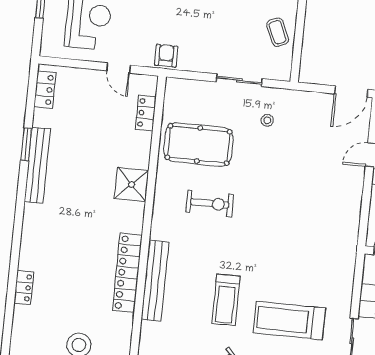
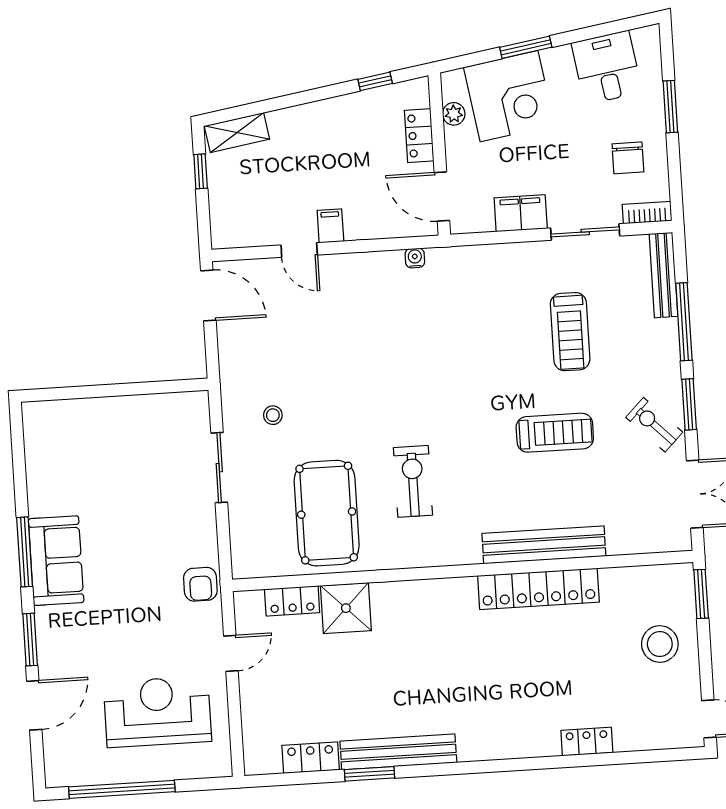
coffee table: (278, 32) -> (137, 422), removed
armchair: (166, 56) -> (200, 584), turned -90
locker: (45, 90) -> (311, 758), moved
shower: (132, 184) -> (346, 608), moved
water cooler: (353, 228) -> (415, 258), added
treadmill: (289, 320) -> (570, 332), width x0.73, depth x0.73

